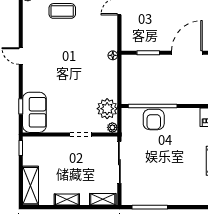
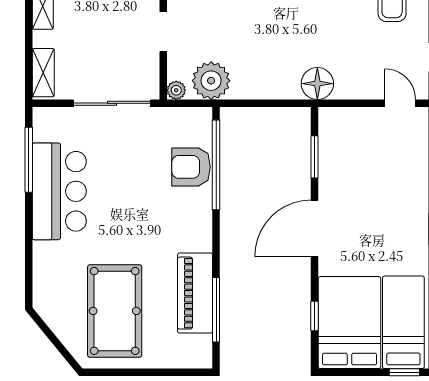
door: (187, 53) -> (315, 228), swing flipped
floor lamp: (113, 55) -> (317, 84), width x1.89, depth x1.89
bar counter: (167, 191) -> (59, 191), added

